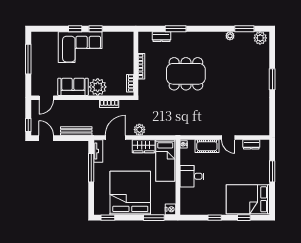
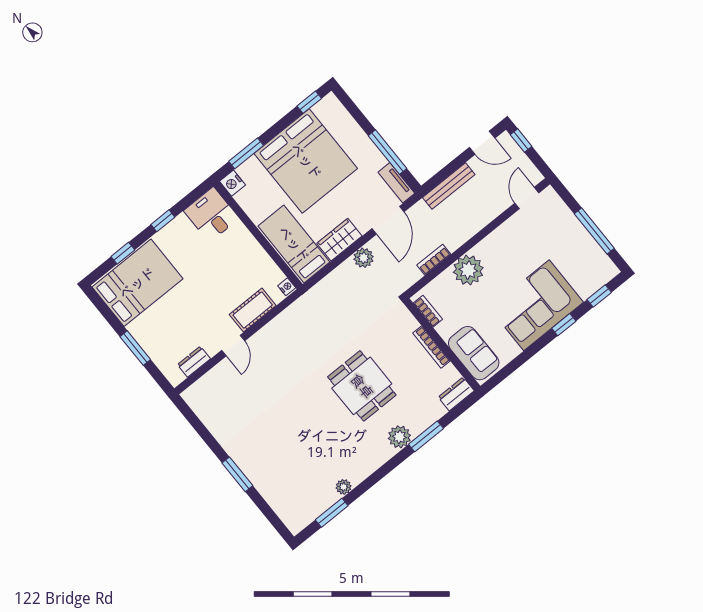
window: (96, 29) -> (599, 296), moved
dresser: (161, 37) -> (456, 394), moved
plant: (260, 38) -> (399, 437), moved
dining table: (186, 74) -> (362, 386), width x0.73
sofa: (73, 87) -> (474, 353), moved, turned -90
door: (228, 138) -> (233, 346), swing flipped
desk: (192, 176) -> (211, 215), moved, turned -90

